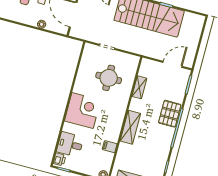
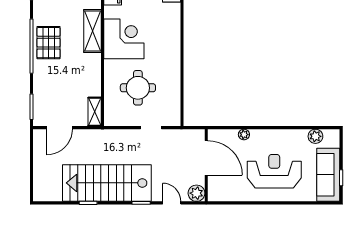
shelving: (139, 87) -> (95, 112), moved
corner desk: (83, 111) -> (124, 39), moved, turned 180
pallet: (170, 114) -> (48, 43), moved

